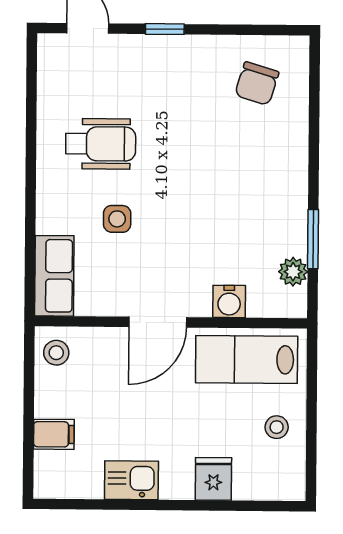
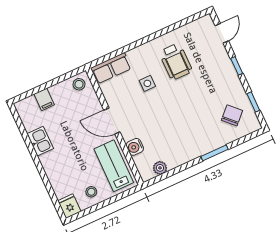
window: (250, 30) -> (253, 102), added
chair: (257, 84) -> (232, 115), turned 118
window: (313, 239) -> (215, 153), moved
fridge: (213, 479) -> (69, 206), moved, turned -90

